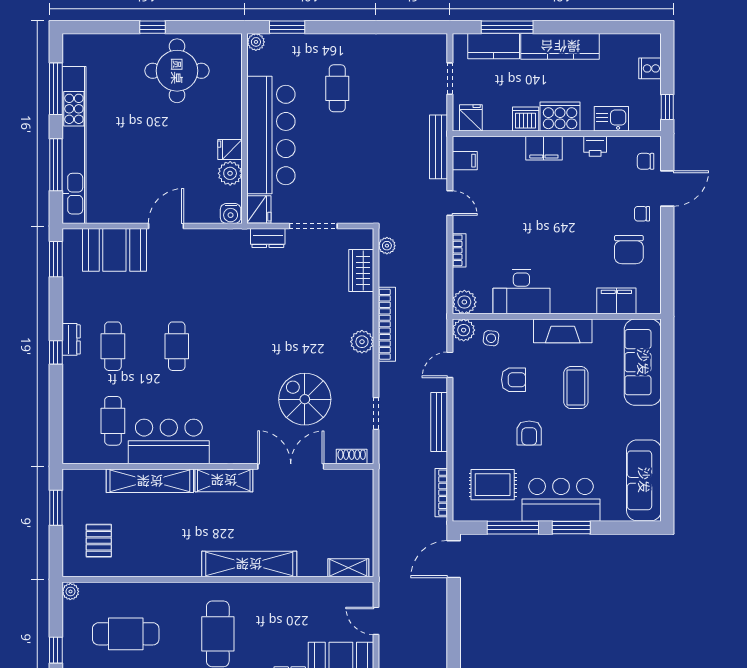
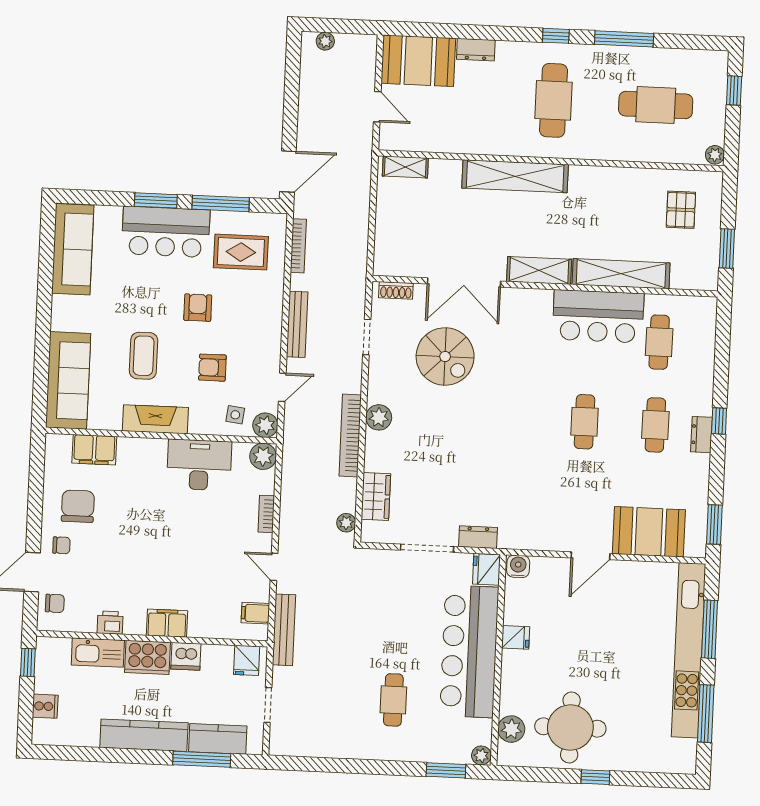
kitchen sink: (611, 119) -> (98, 653), width x1.38
plant: (230, 173) -> (511, 729), moved

